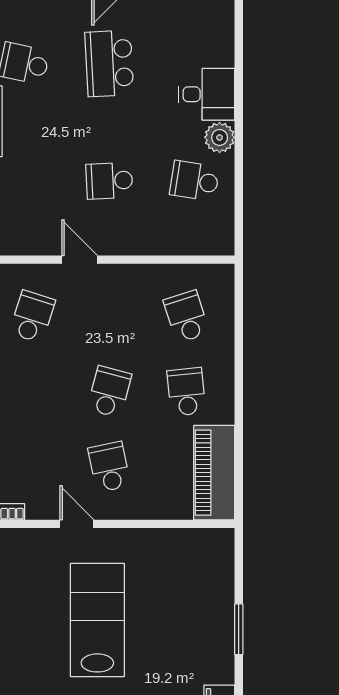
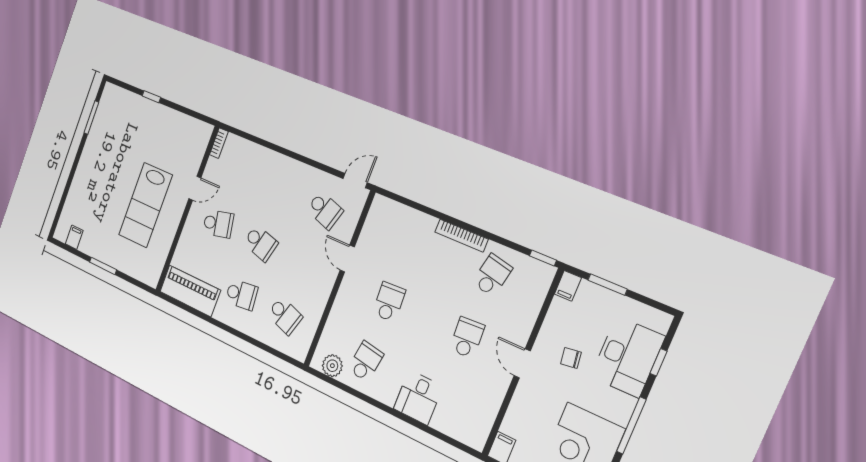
school desk: (109, 63) -> (467, 338), width x0.54
plant: (220, 137) -> (332, 366), moved
door: (80, 260) -> (347, 259), swing flipped
school desk: (186, 317) -> (285, 316), turned 36
lab bench: (97, 620) -> (145, 205), moved, turned 90

